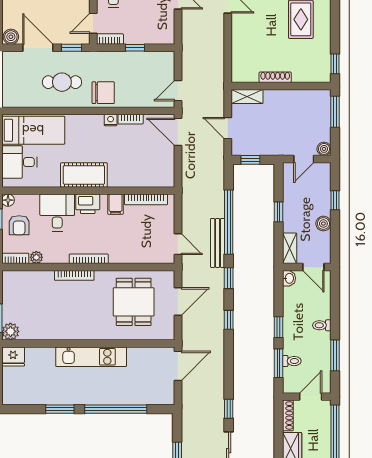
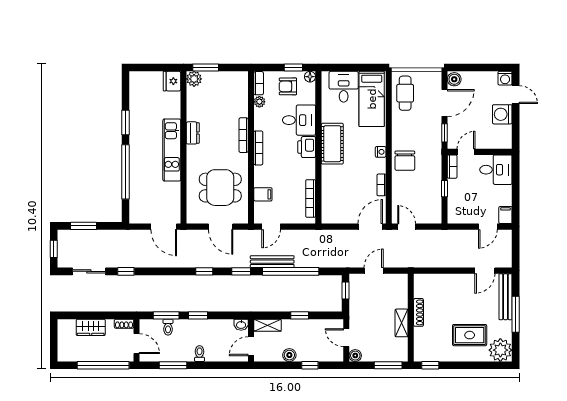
door: (93, 23) -> (466, 152), hinge flipped
cafe table: (62, 82) -> (405, 93), moved
shelving: (247, 96) -> (402, 323), moved
nightstand: (111, 120) -> (381, 152), moved
filing cabinet: (116, 204) -> (263, 194), moved, turned 180
dresser: (72, 333) -> (193, 133), added
shoe rack: (288, 415) -> (124, 324), width x0.70

